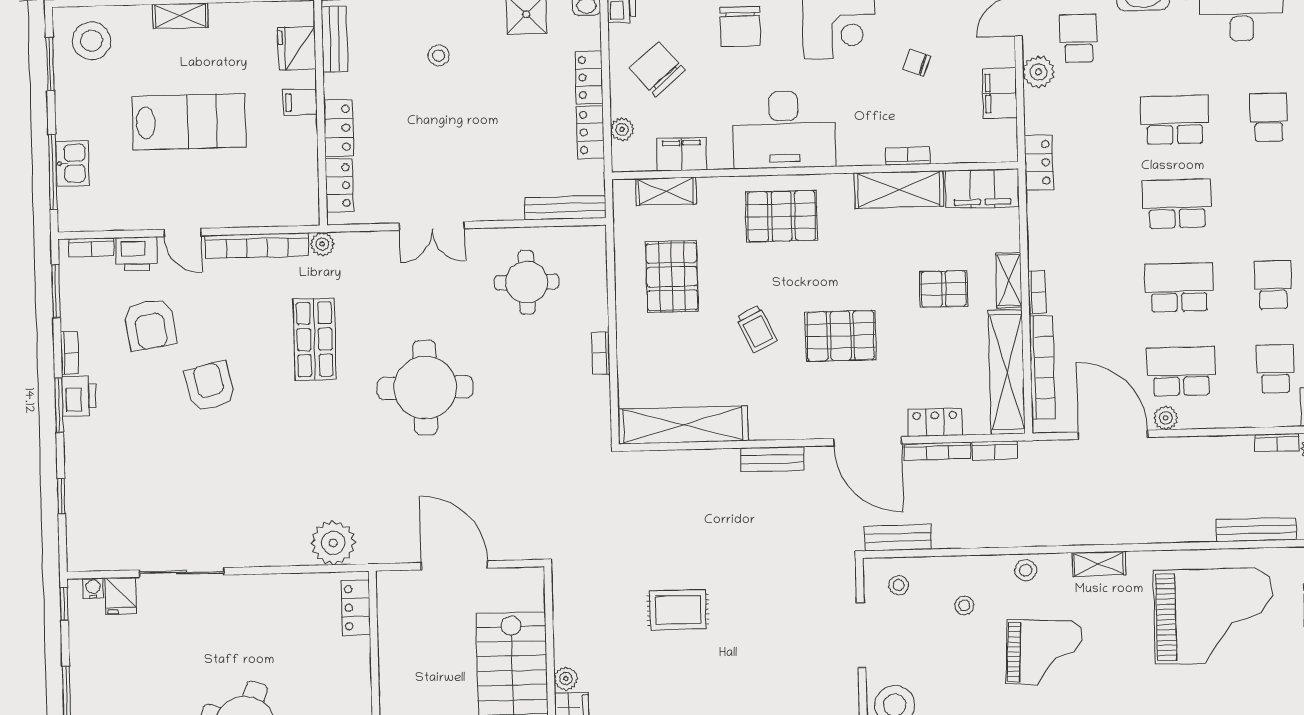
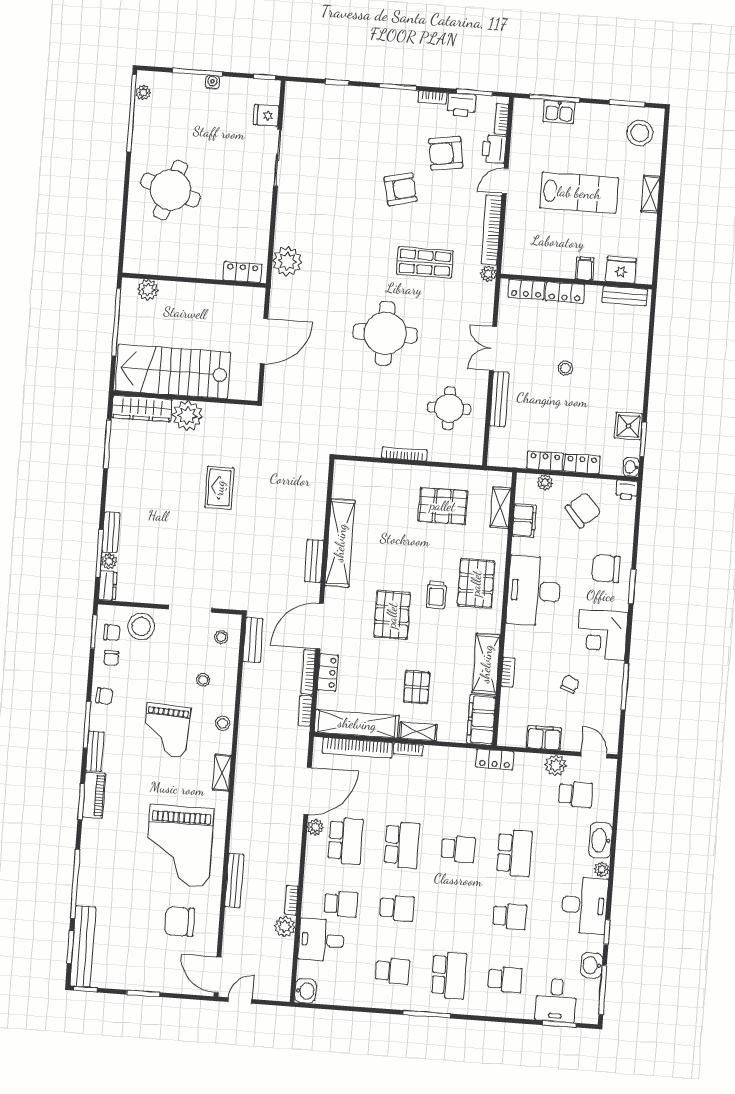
stool: (439, 55) -> (565, 368), moved
lab bench: (189, 122) -> (579, 193), turned -90
school desk: (1177, 204) -> (458, 849), width x0.54
bench: (565, 208) -> (499, 399), moved
trolley: (757, 329) -> (436, 595), moved, turned -64
bookcase: (601, 353) -> (404, 454), width x1.56
printer: (79, 396) -> (461, 105), moved
shelving: (683, 425) -> (340, 543), moved
water cooler: (93, 588) -> (212, 82), moved, turned -90
plant: (566, 679) -> (187, 416), width x1.88, depth x1.88

